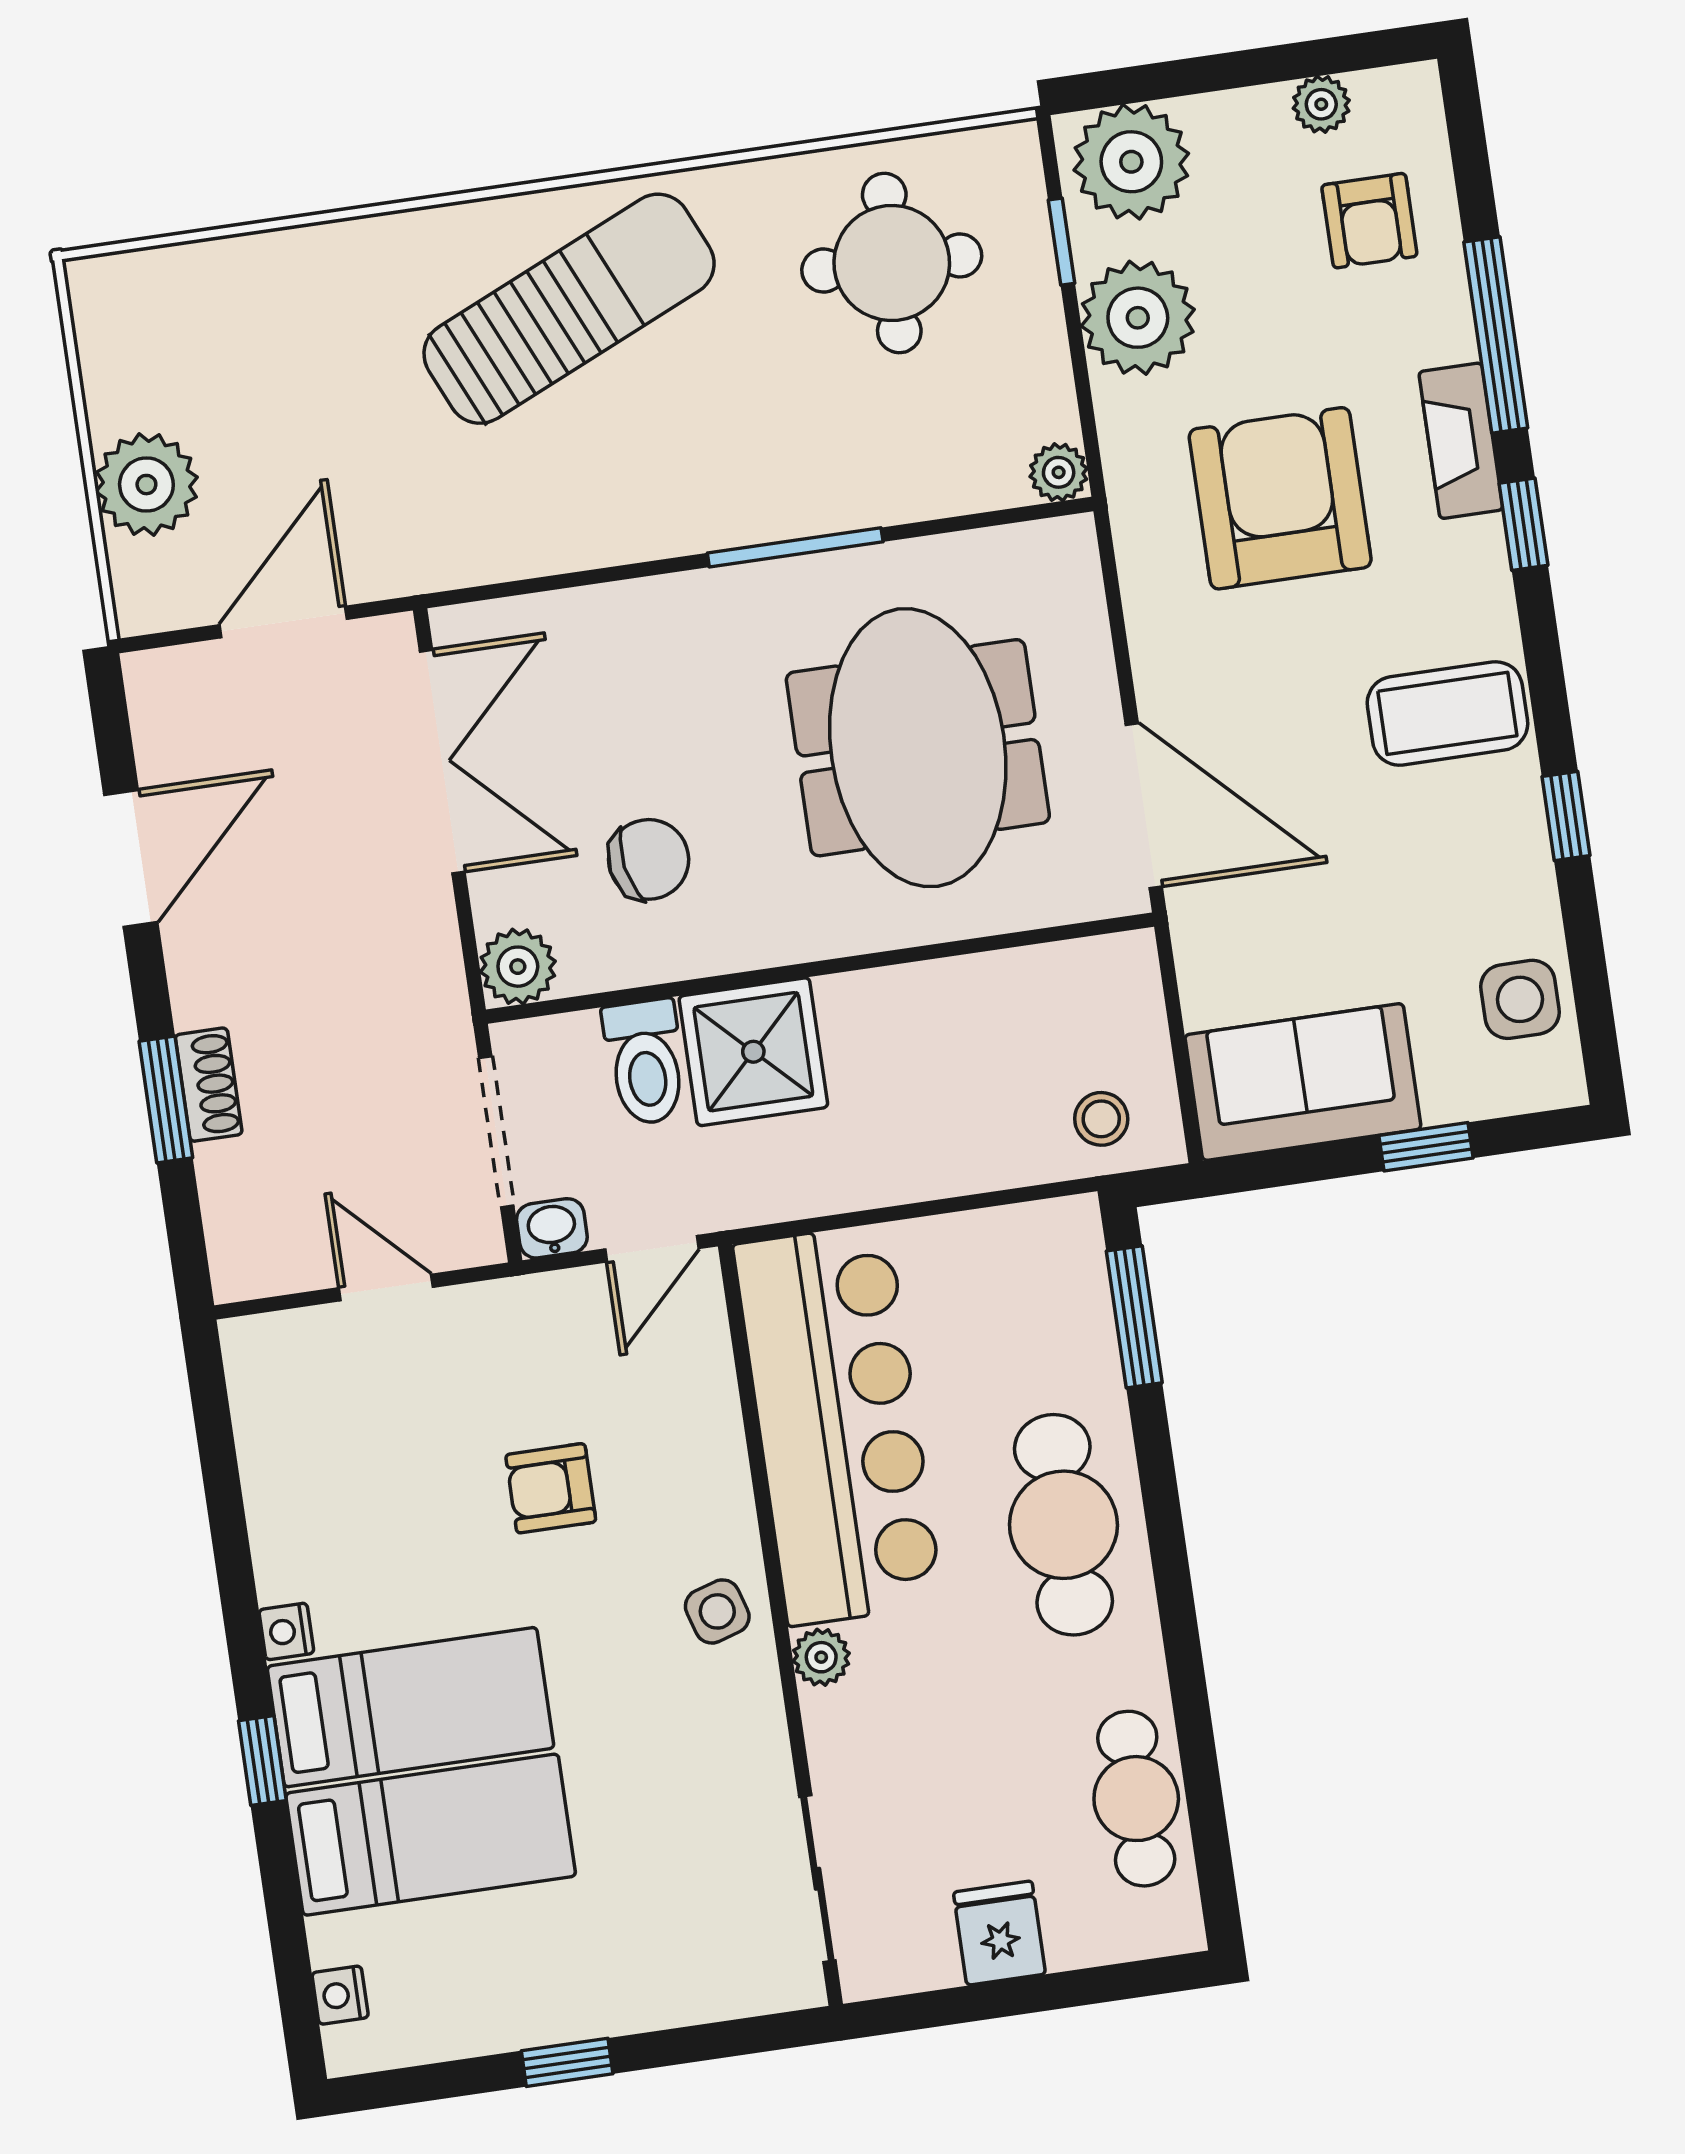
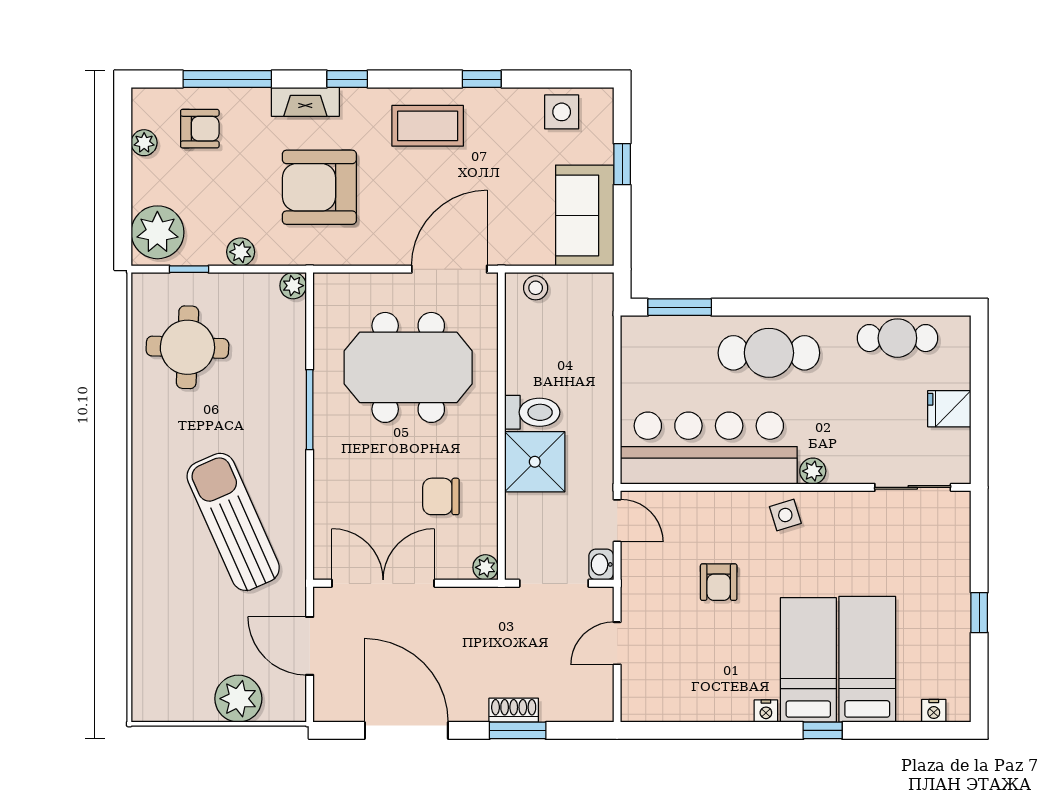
sun lounger: (569, 309) -> (233, 522), moved
plant: (1138, 318) -> (241, 252), width x0.53, depth x0.53
window: (1496, 335) -> (227, 79), moved
coffee table: (1447, 713) -> (428, 126), turned 90
door: (131, 858) -> (406, 730), width x1.36
chair: (649, 859) -> (441, 496), turned -80
plant: (518, 967) -> (485, 567), width x0.73, depth x0.73
toilet: (645, 1062) -> (532, 412), moved
stool: (1101, 1119) -> (536, 288), moved

